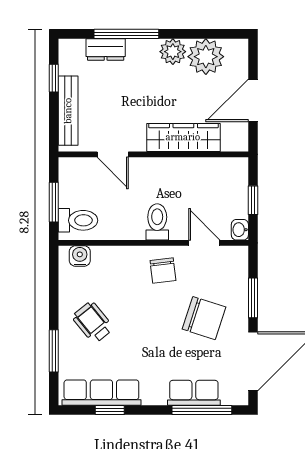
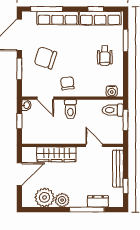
wheelchair: (93, 322) -> (105, 56), turned 39
row of seats: (194, 393) -> (58, 18), width x1.48

